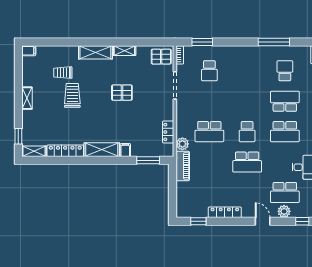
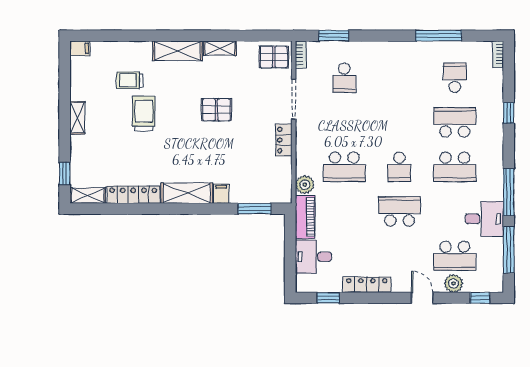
locker: (168, 132) -> (284, 140), moved
school desk: (247, 162) -> (399, 211), turned 180
desk: (188, 193) -> (313, 257), added

